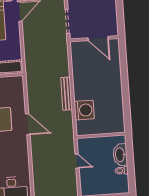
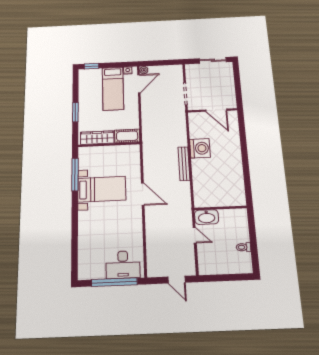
washing machine: (84, 110) -> (200, 148), moved
washbasin: (120, 155) -> (207, 217), moved, turned -90

